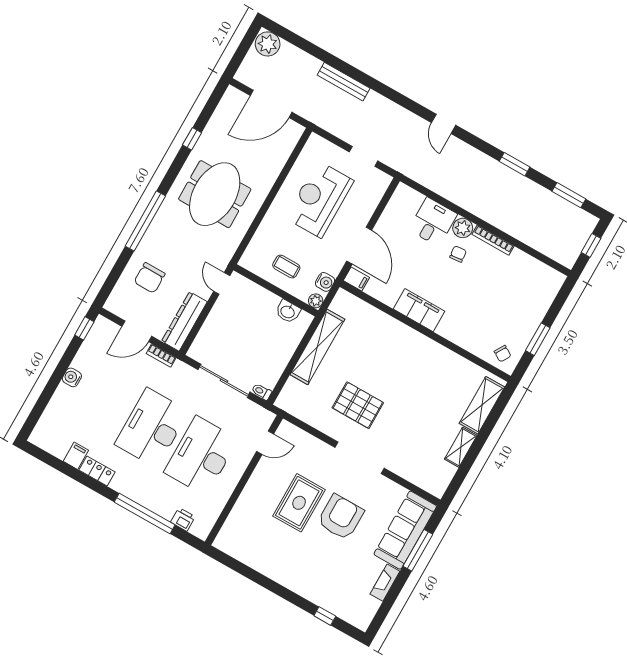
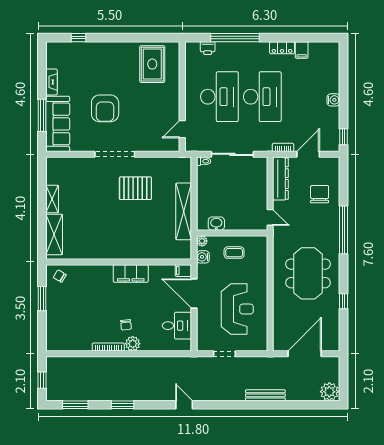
desk: (433, 222) -> (177, 326), moved, turned -90
rug: (299, 503) -> (152, 64), moved

